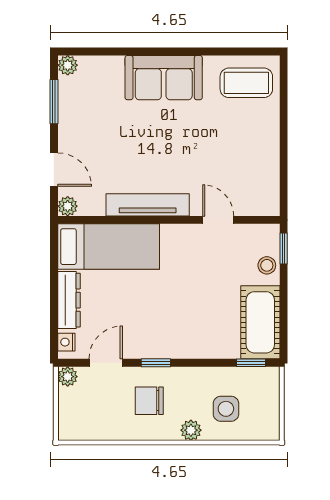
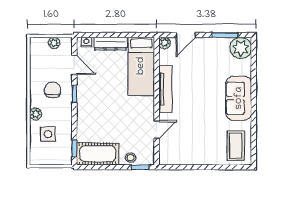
plant: (68, 65) -> (241, 48), width x1.88, depth x1.88
plant: (68, 377) -> (54, 43), moved

